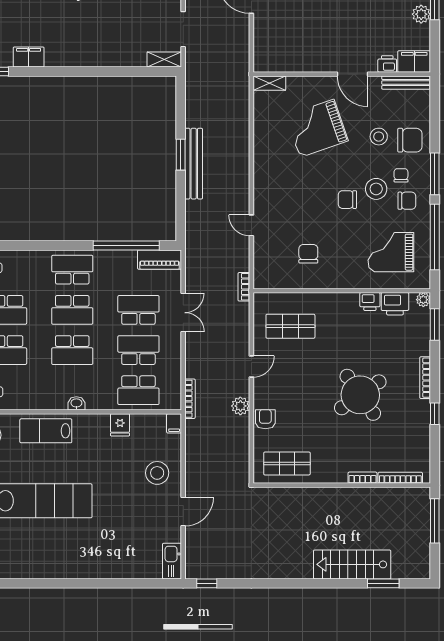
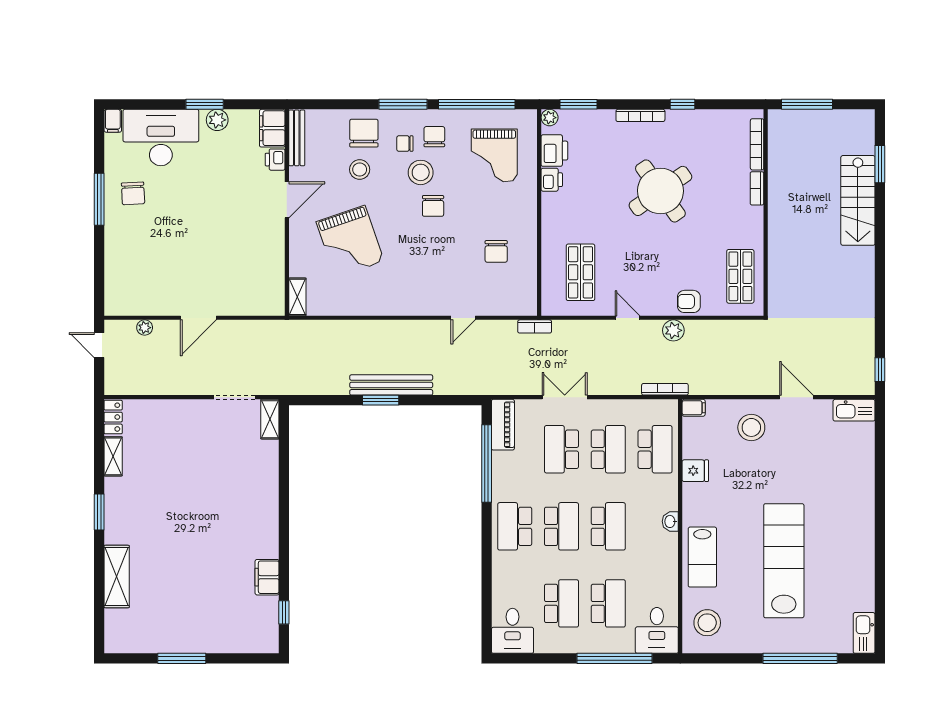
chair: (308, 254) -> (496, 251), turned -90
school desk: (138, 350) -> (608, 449), turned 180

